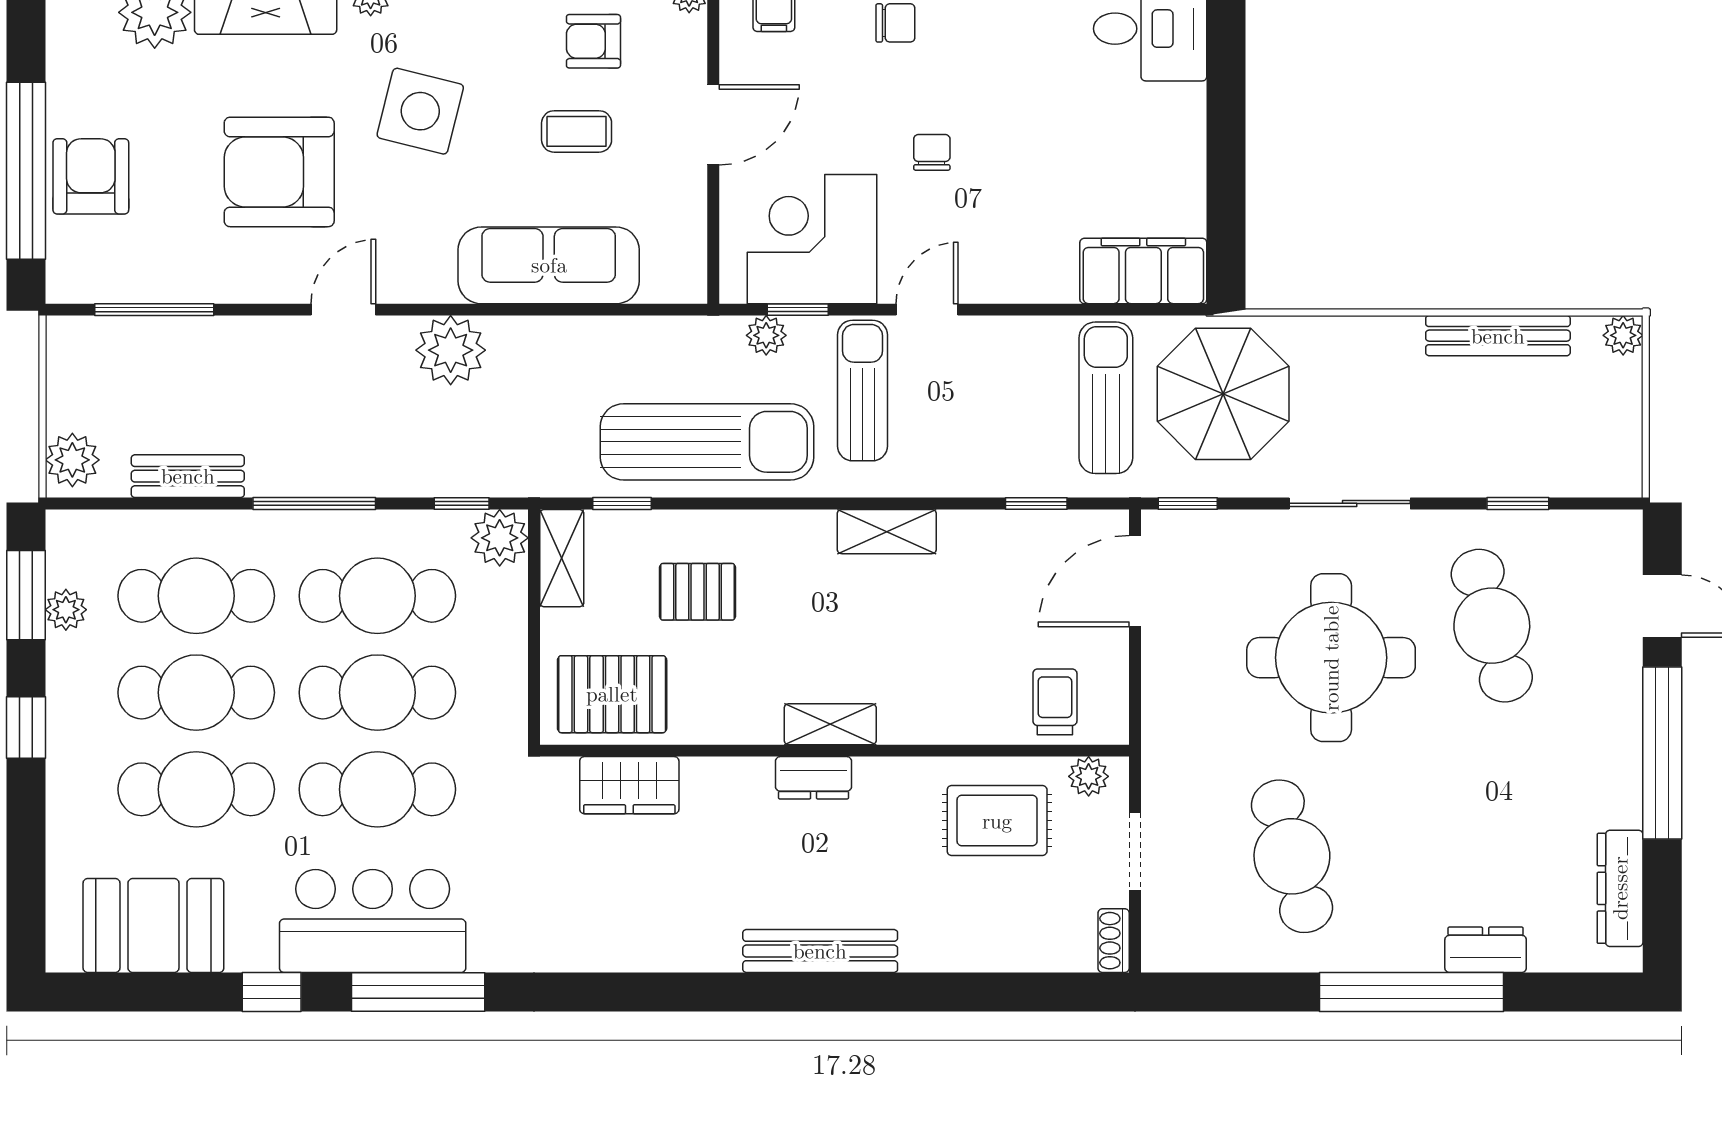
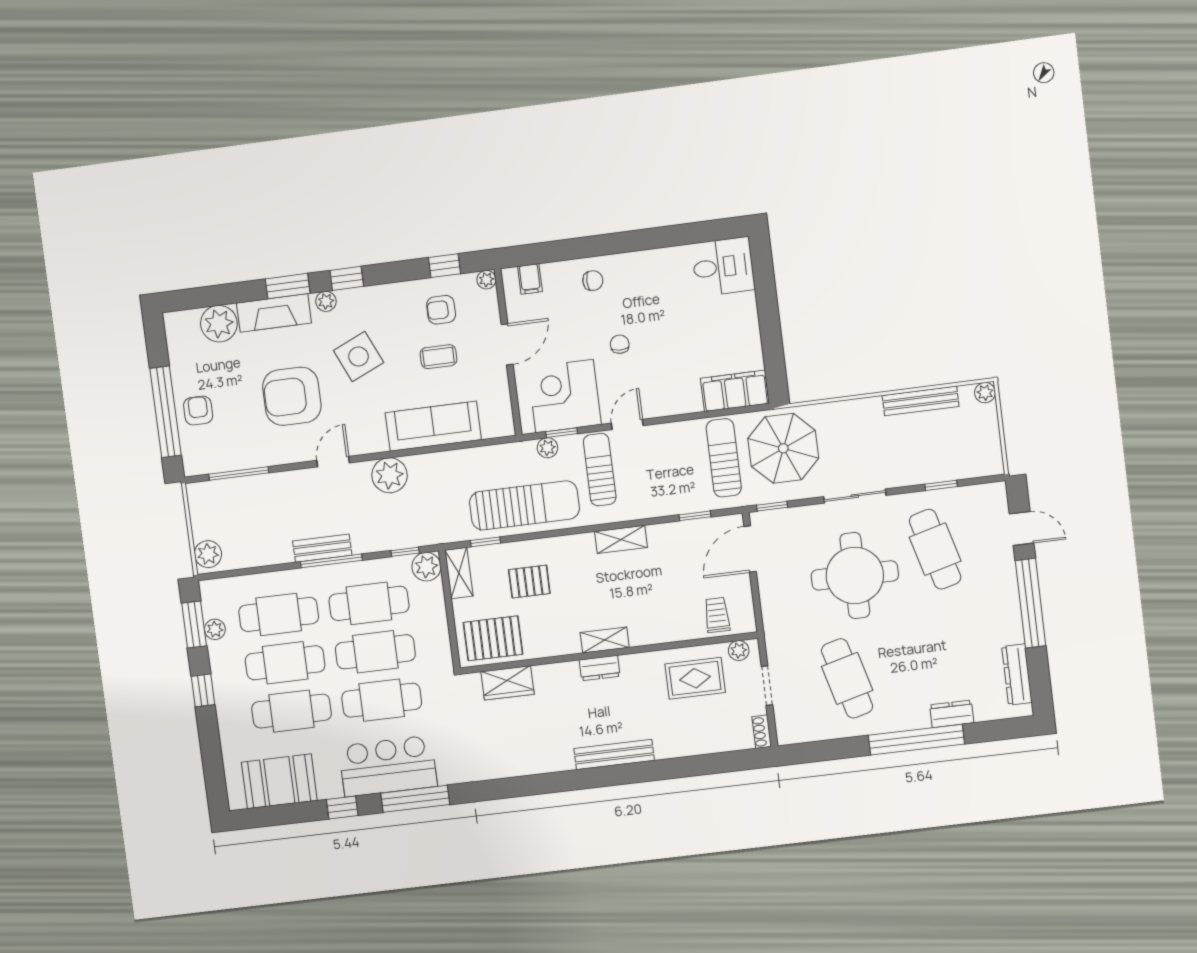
side table: (420, 111) -> (359, 356), turned -38
armchair: (91, 176) -> (198, 411), width x0.72, depth x0.72
bench: (188, 476) -> (322, 548), moved

